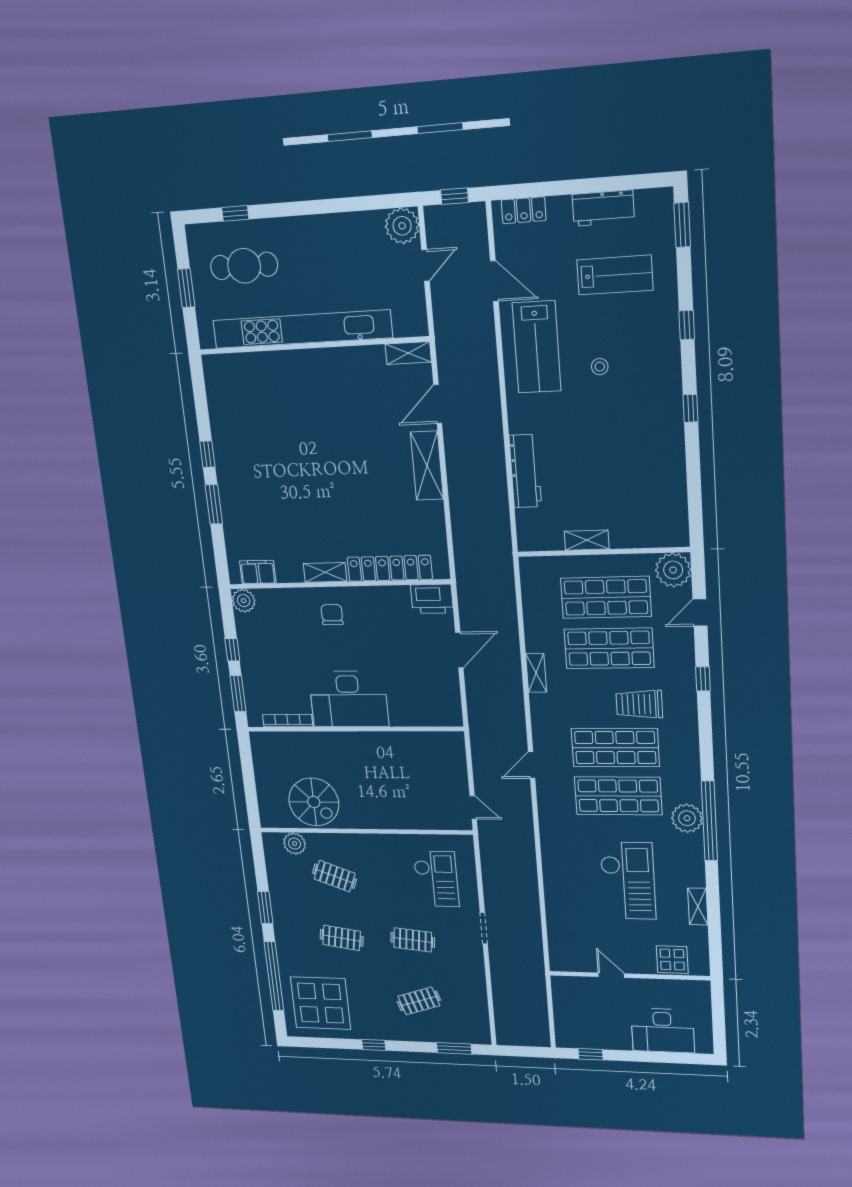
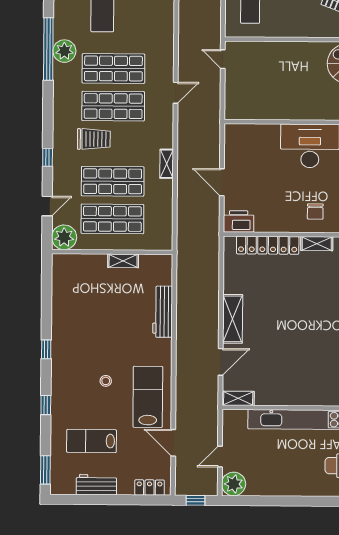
door: (459, 650) -> (222, 182), hinge flipped

